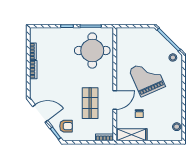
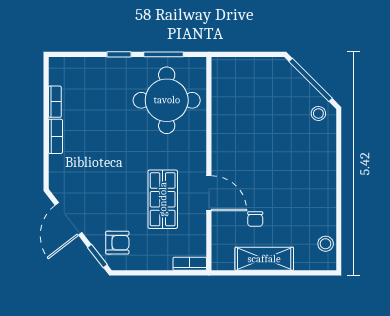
grand piano: (147, 78) -> (270, 152), removed
door: (115, 100) -> (209, 193), hinge flipped
door: (40, 114) -> (69, 219), swing flipped
shelving: (131, 135) -> (264, 259), moved

